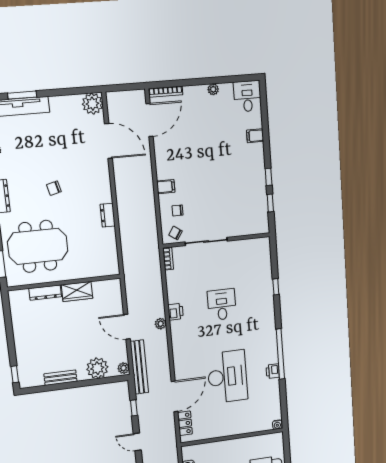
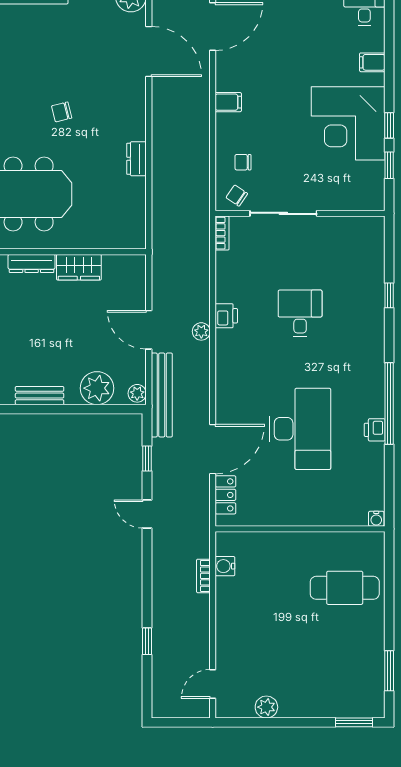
corner desk: (243, 178) -> (348, 123), added
filing cabinet: (166, 187) -> (228, 102), moved

